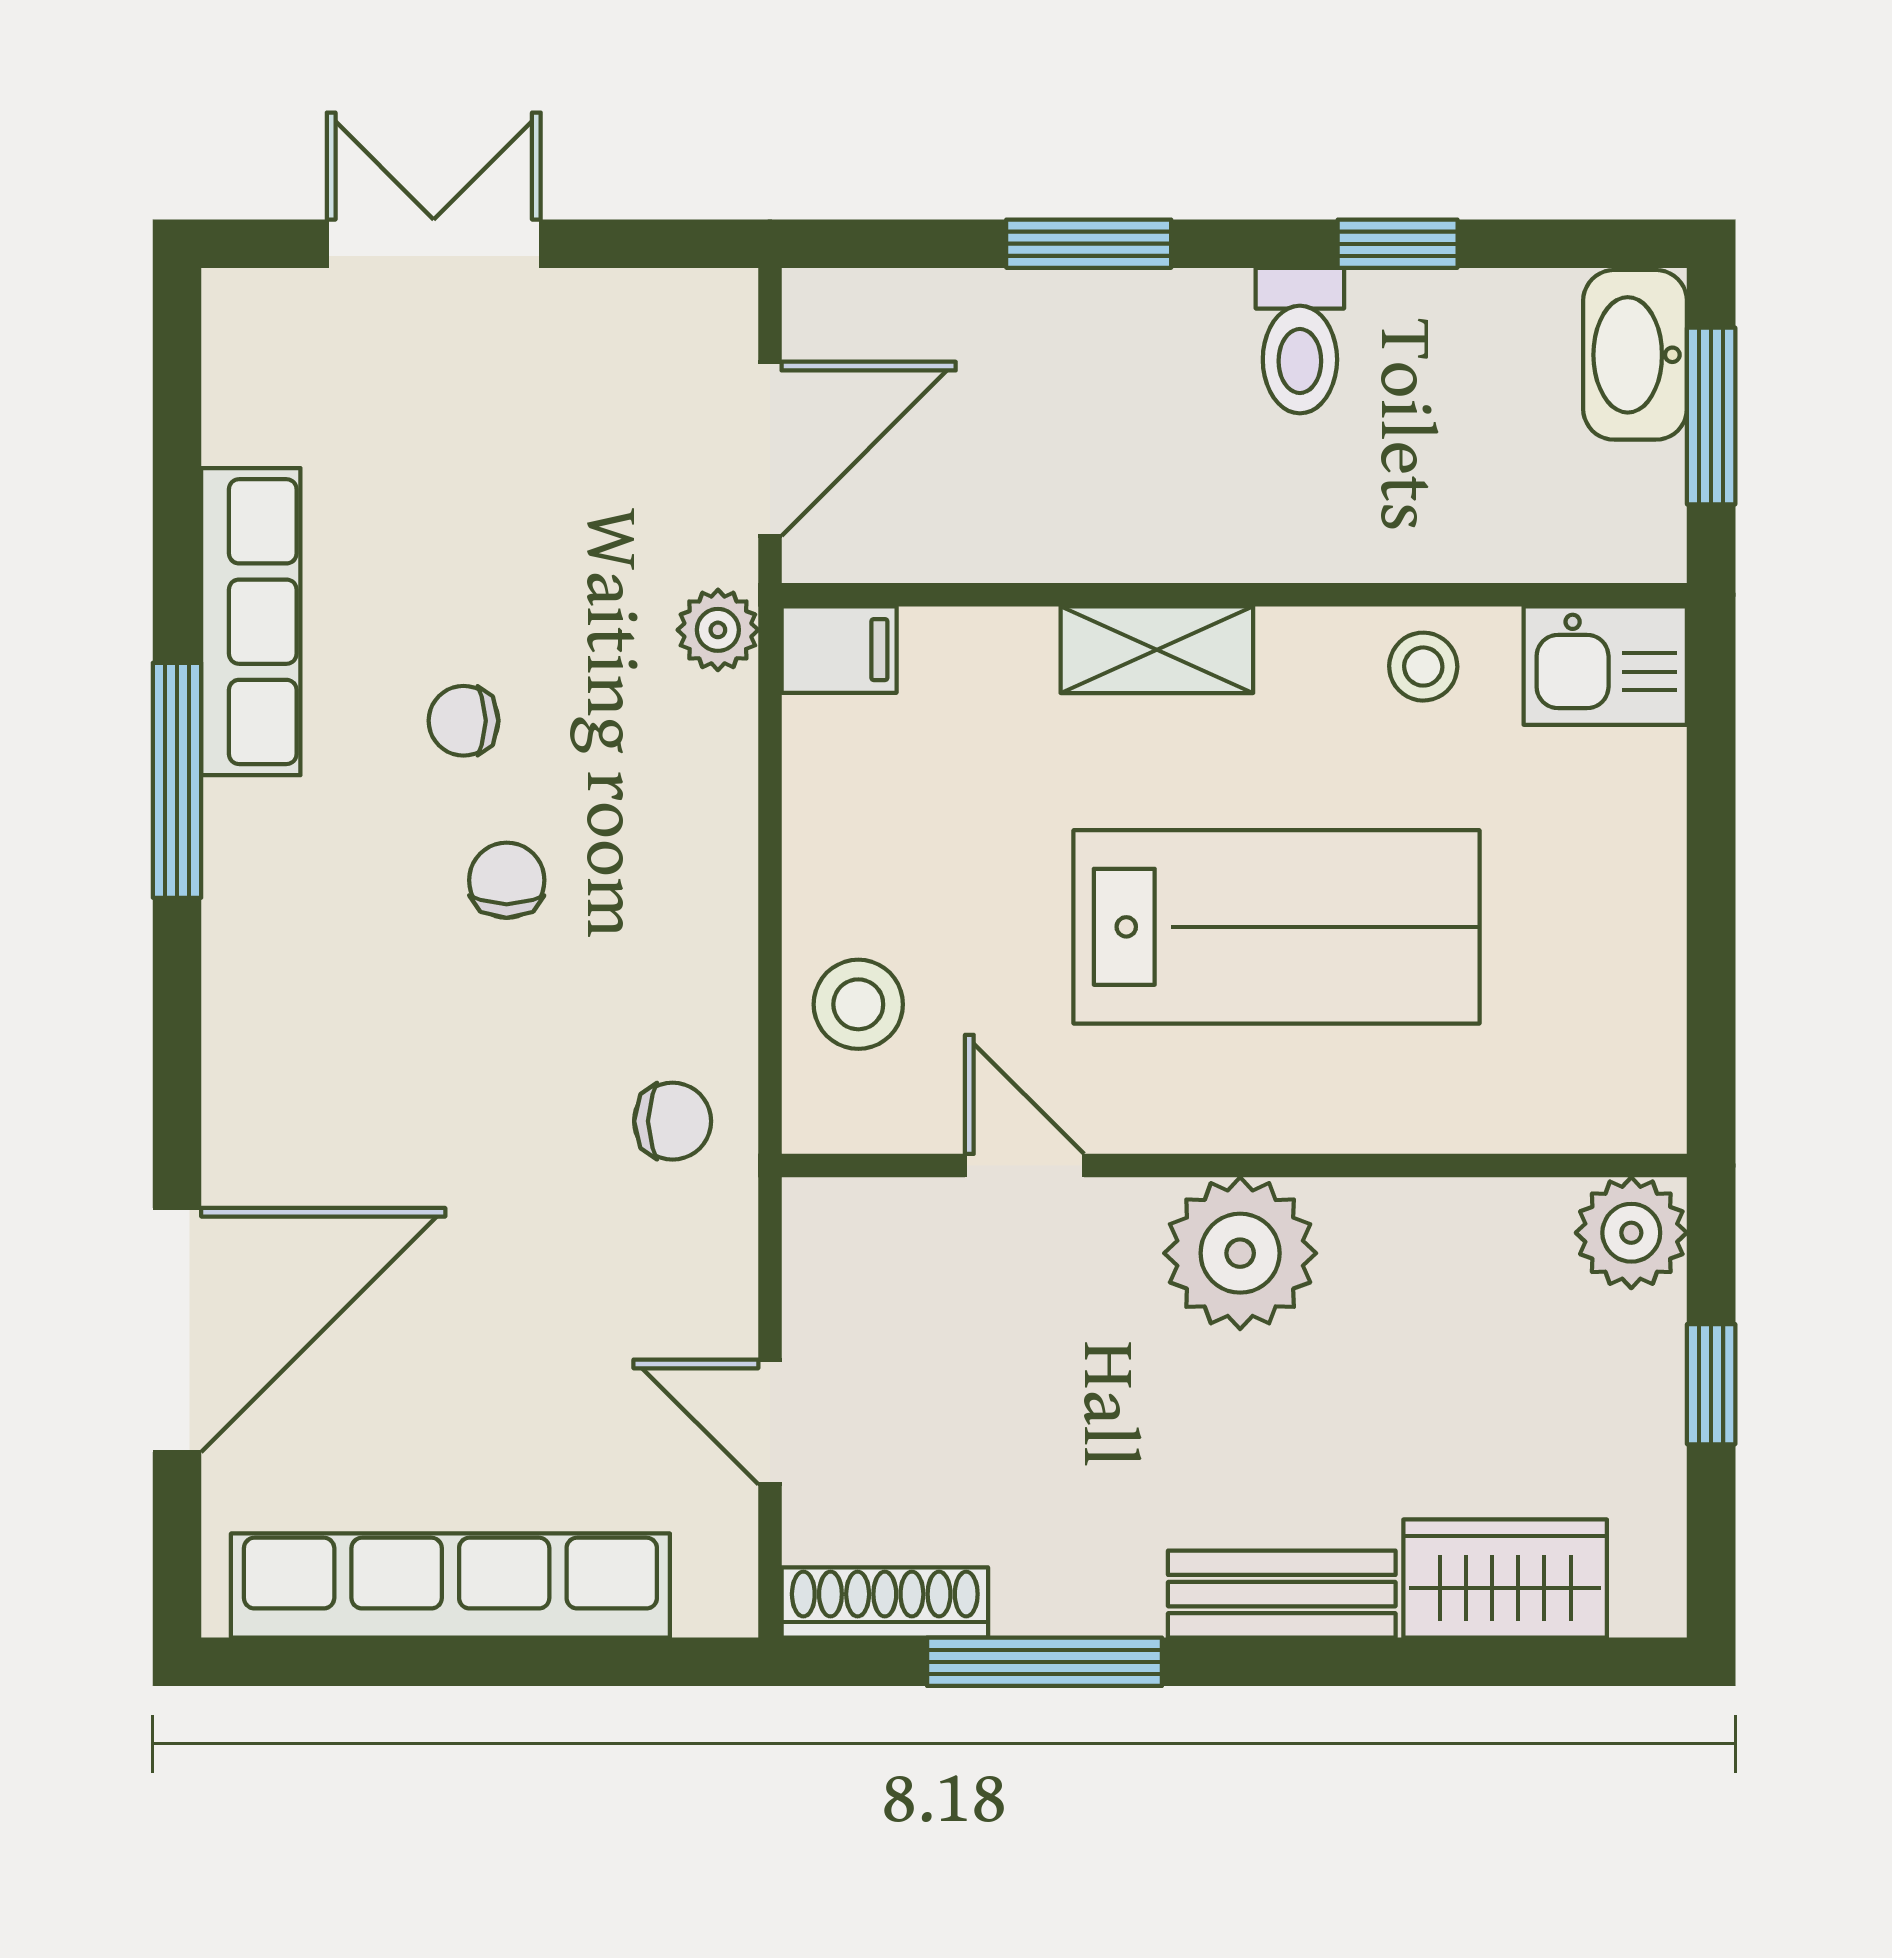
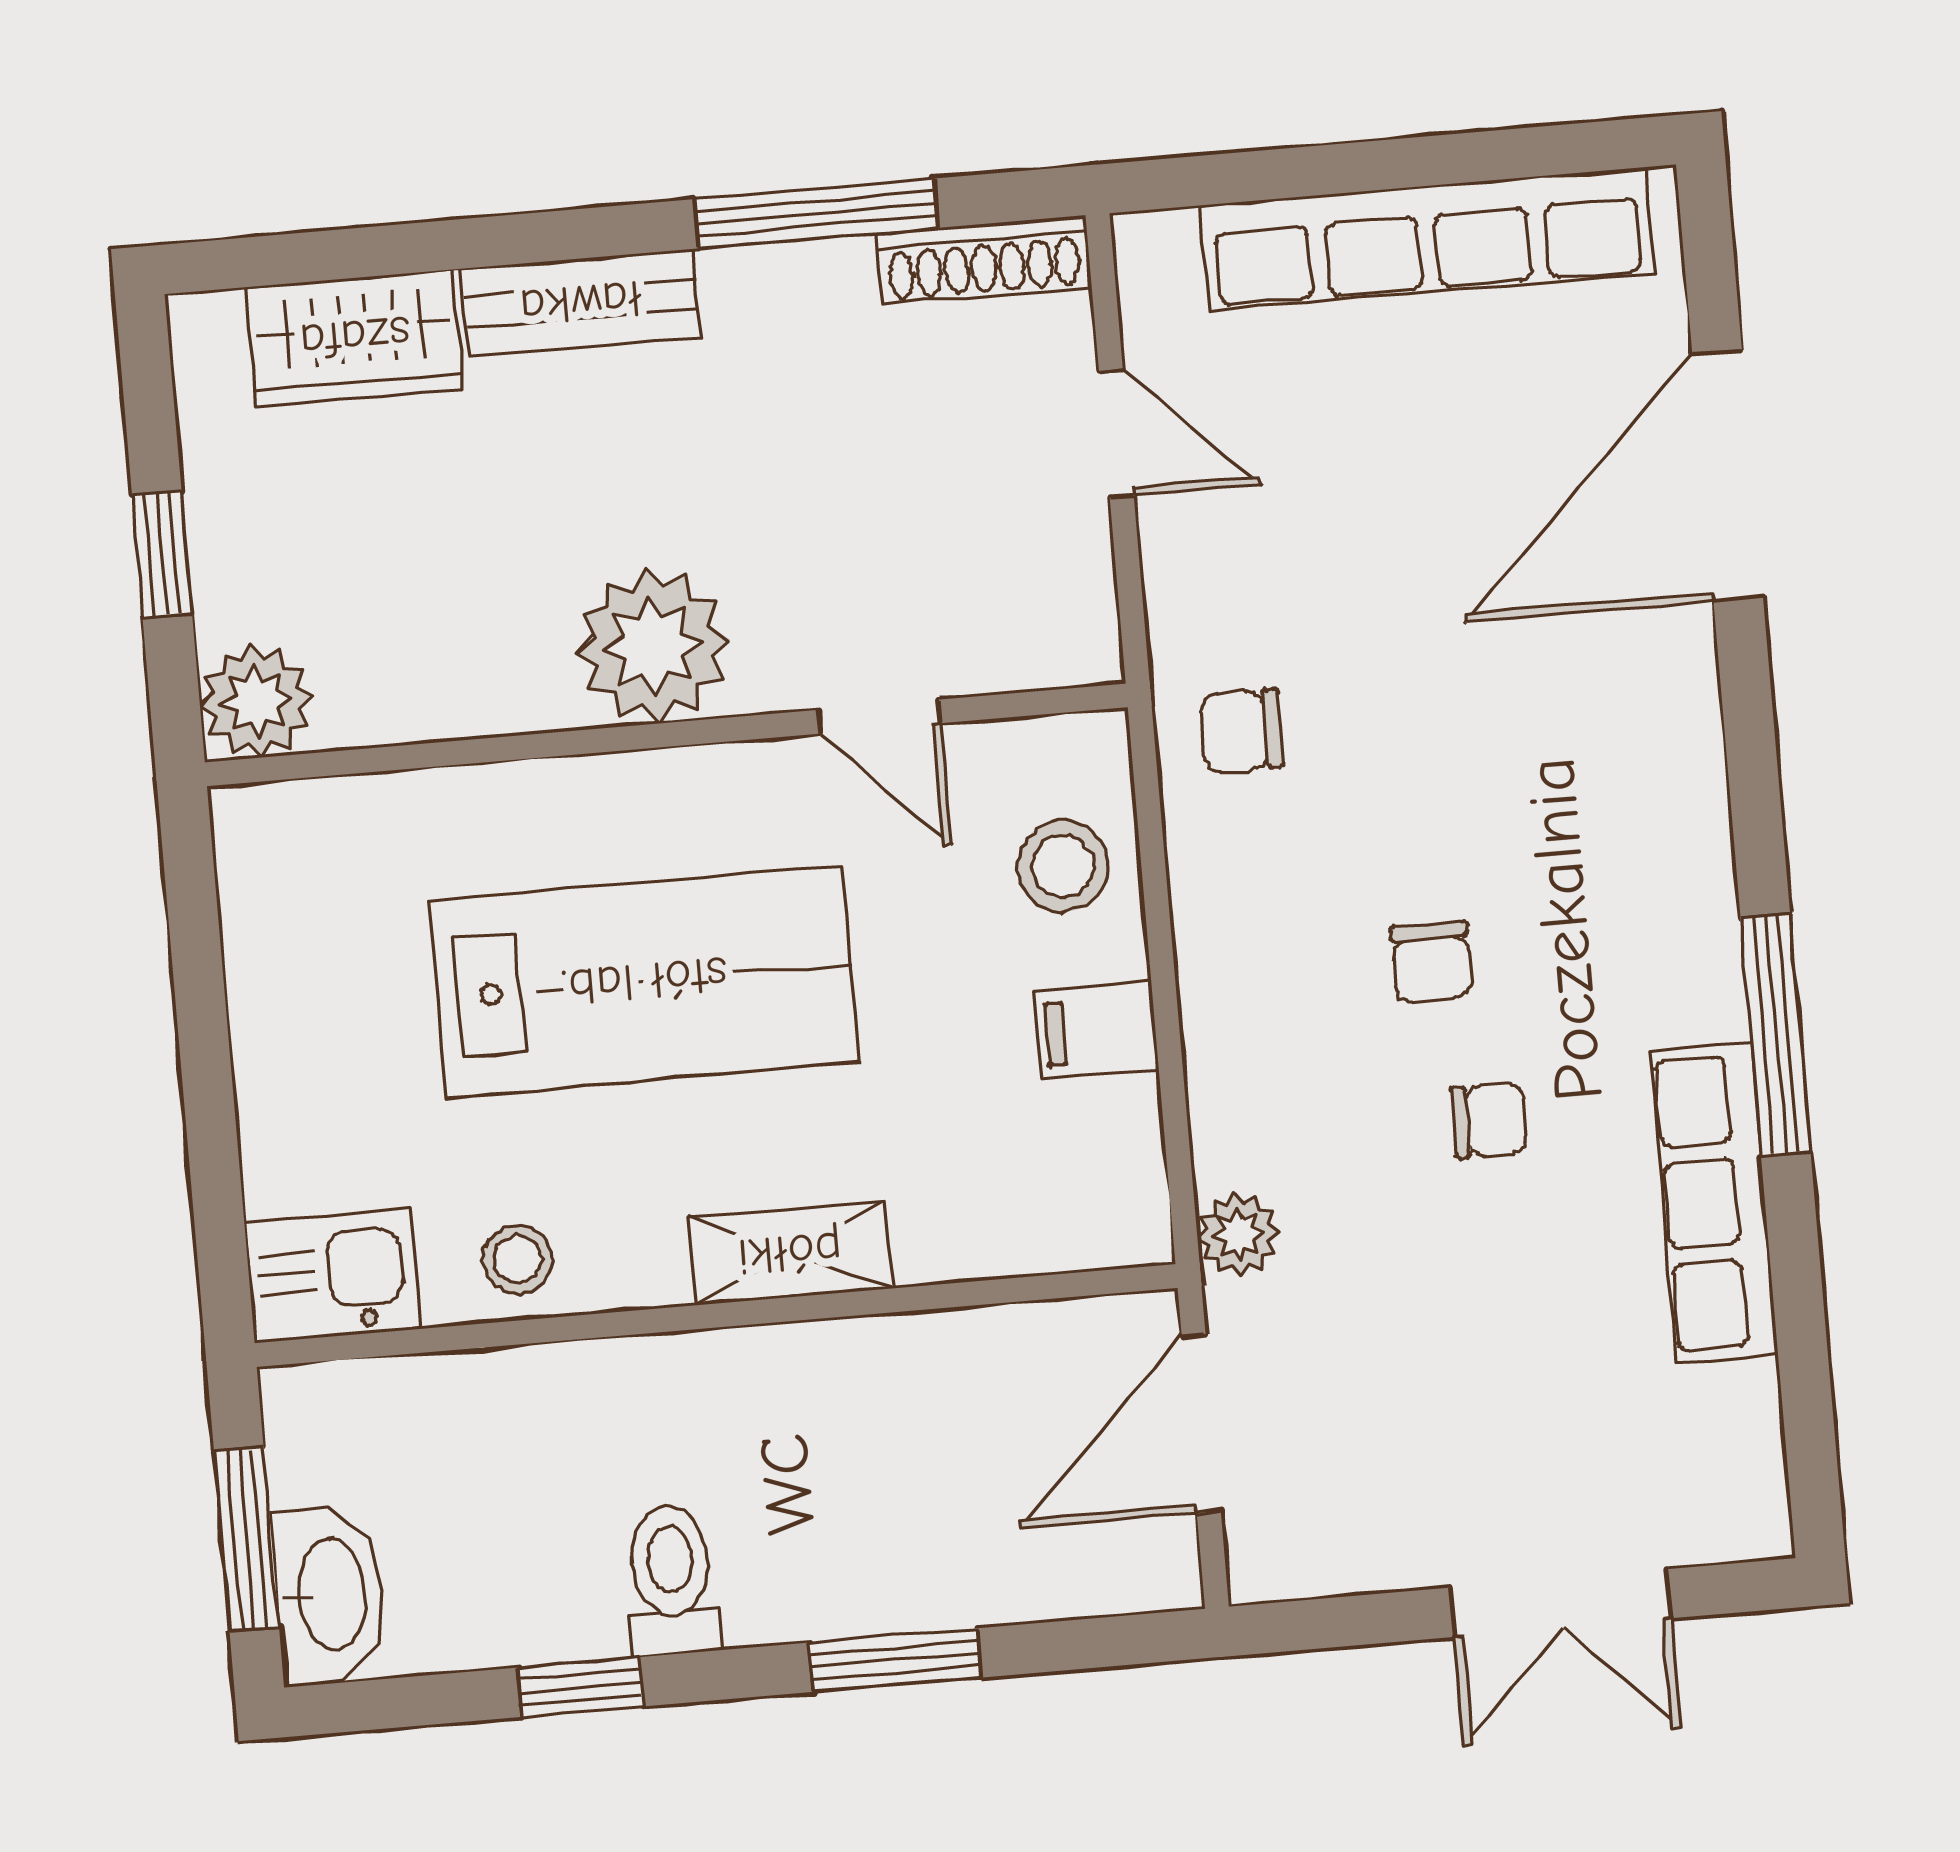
filing cabinet: (839, 650) -> (1097, 1031), moved
lab bench: (1277, 927) -> (644, 981), turned 180

